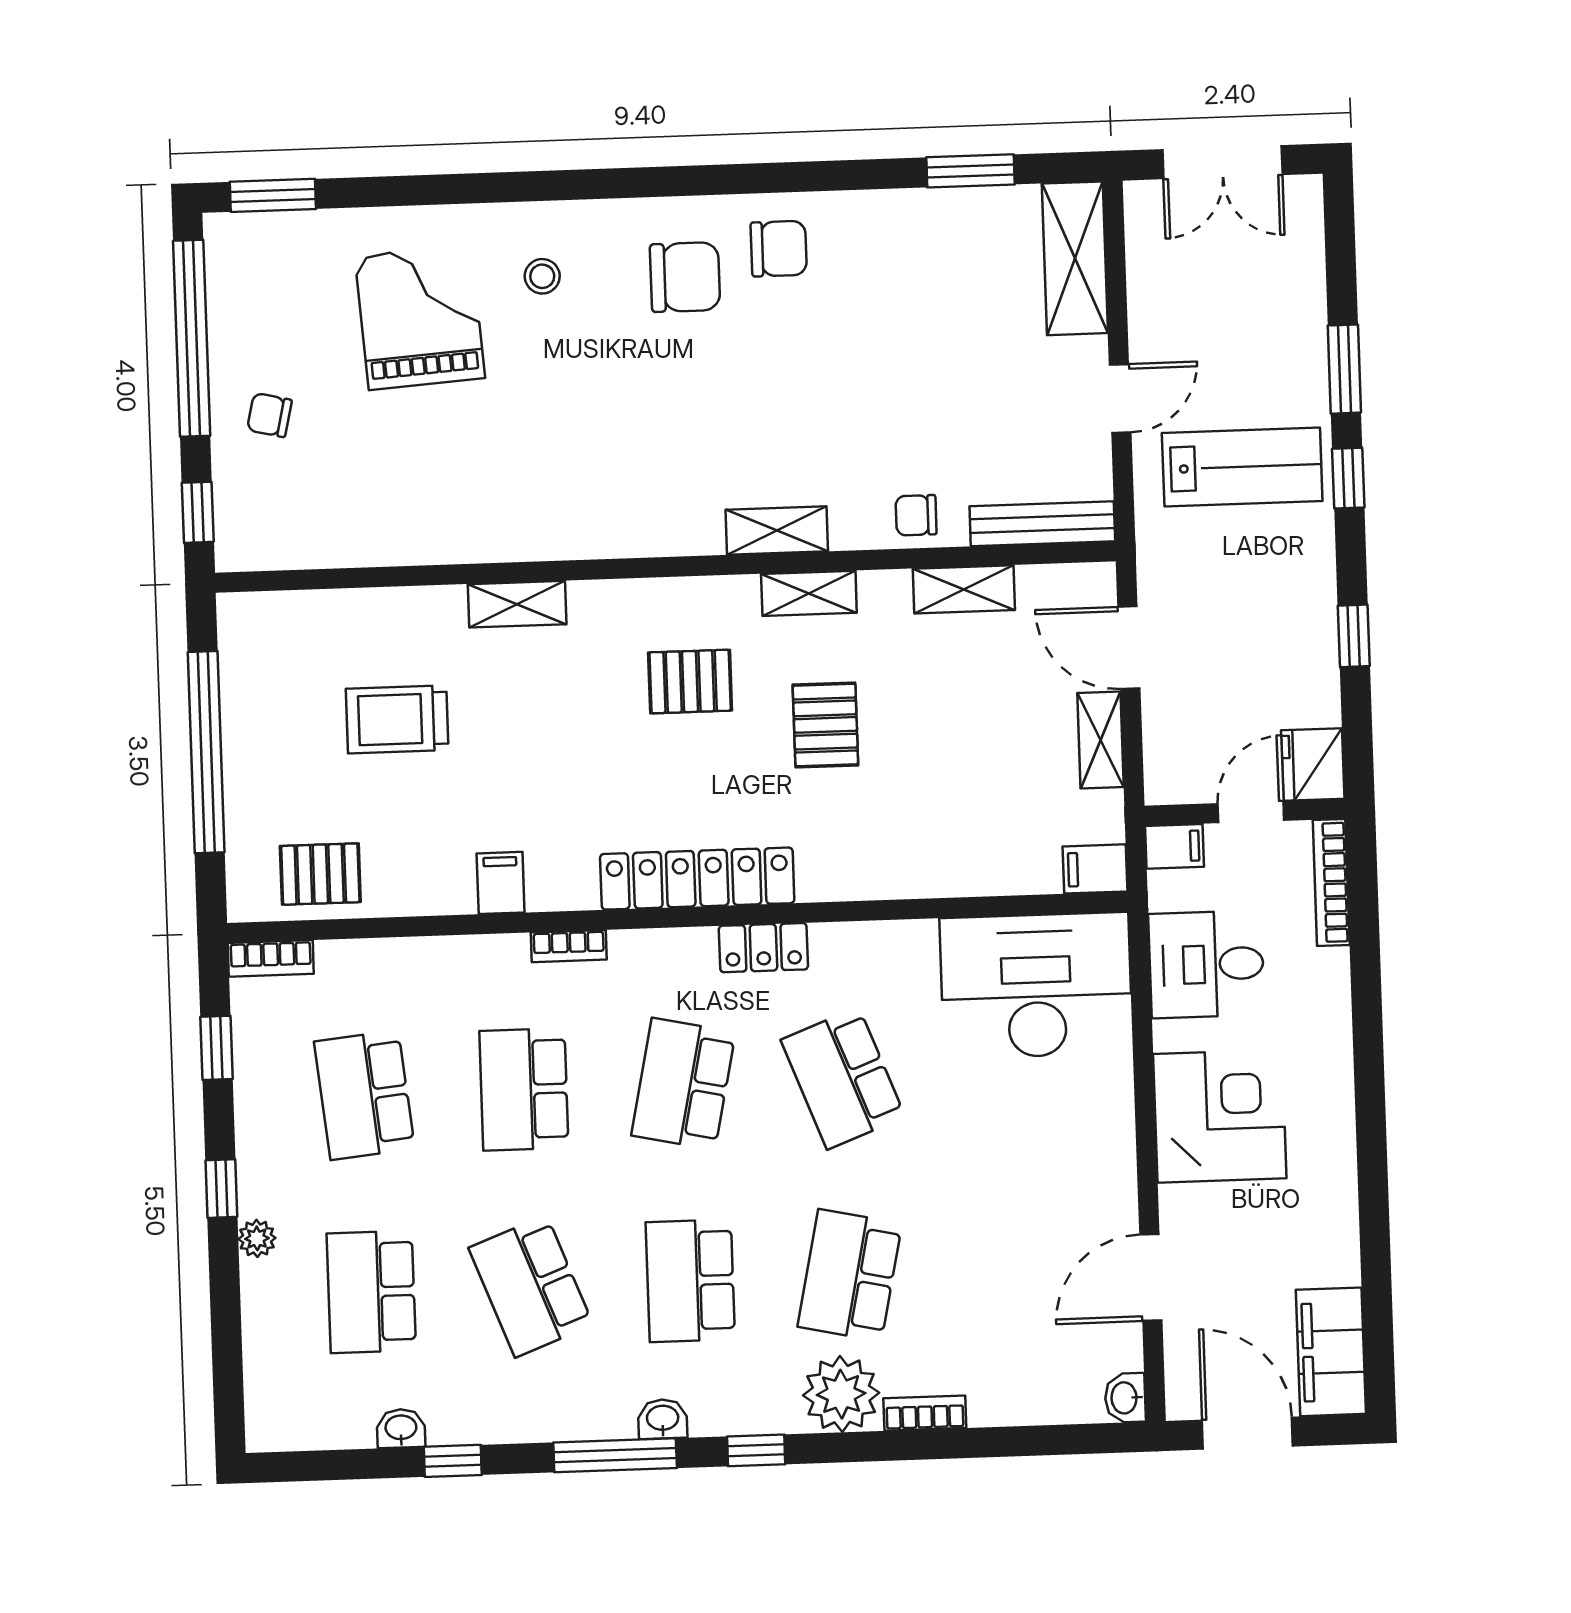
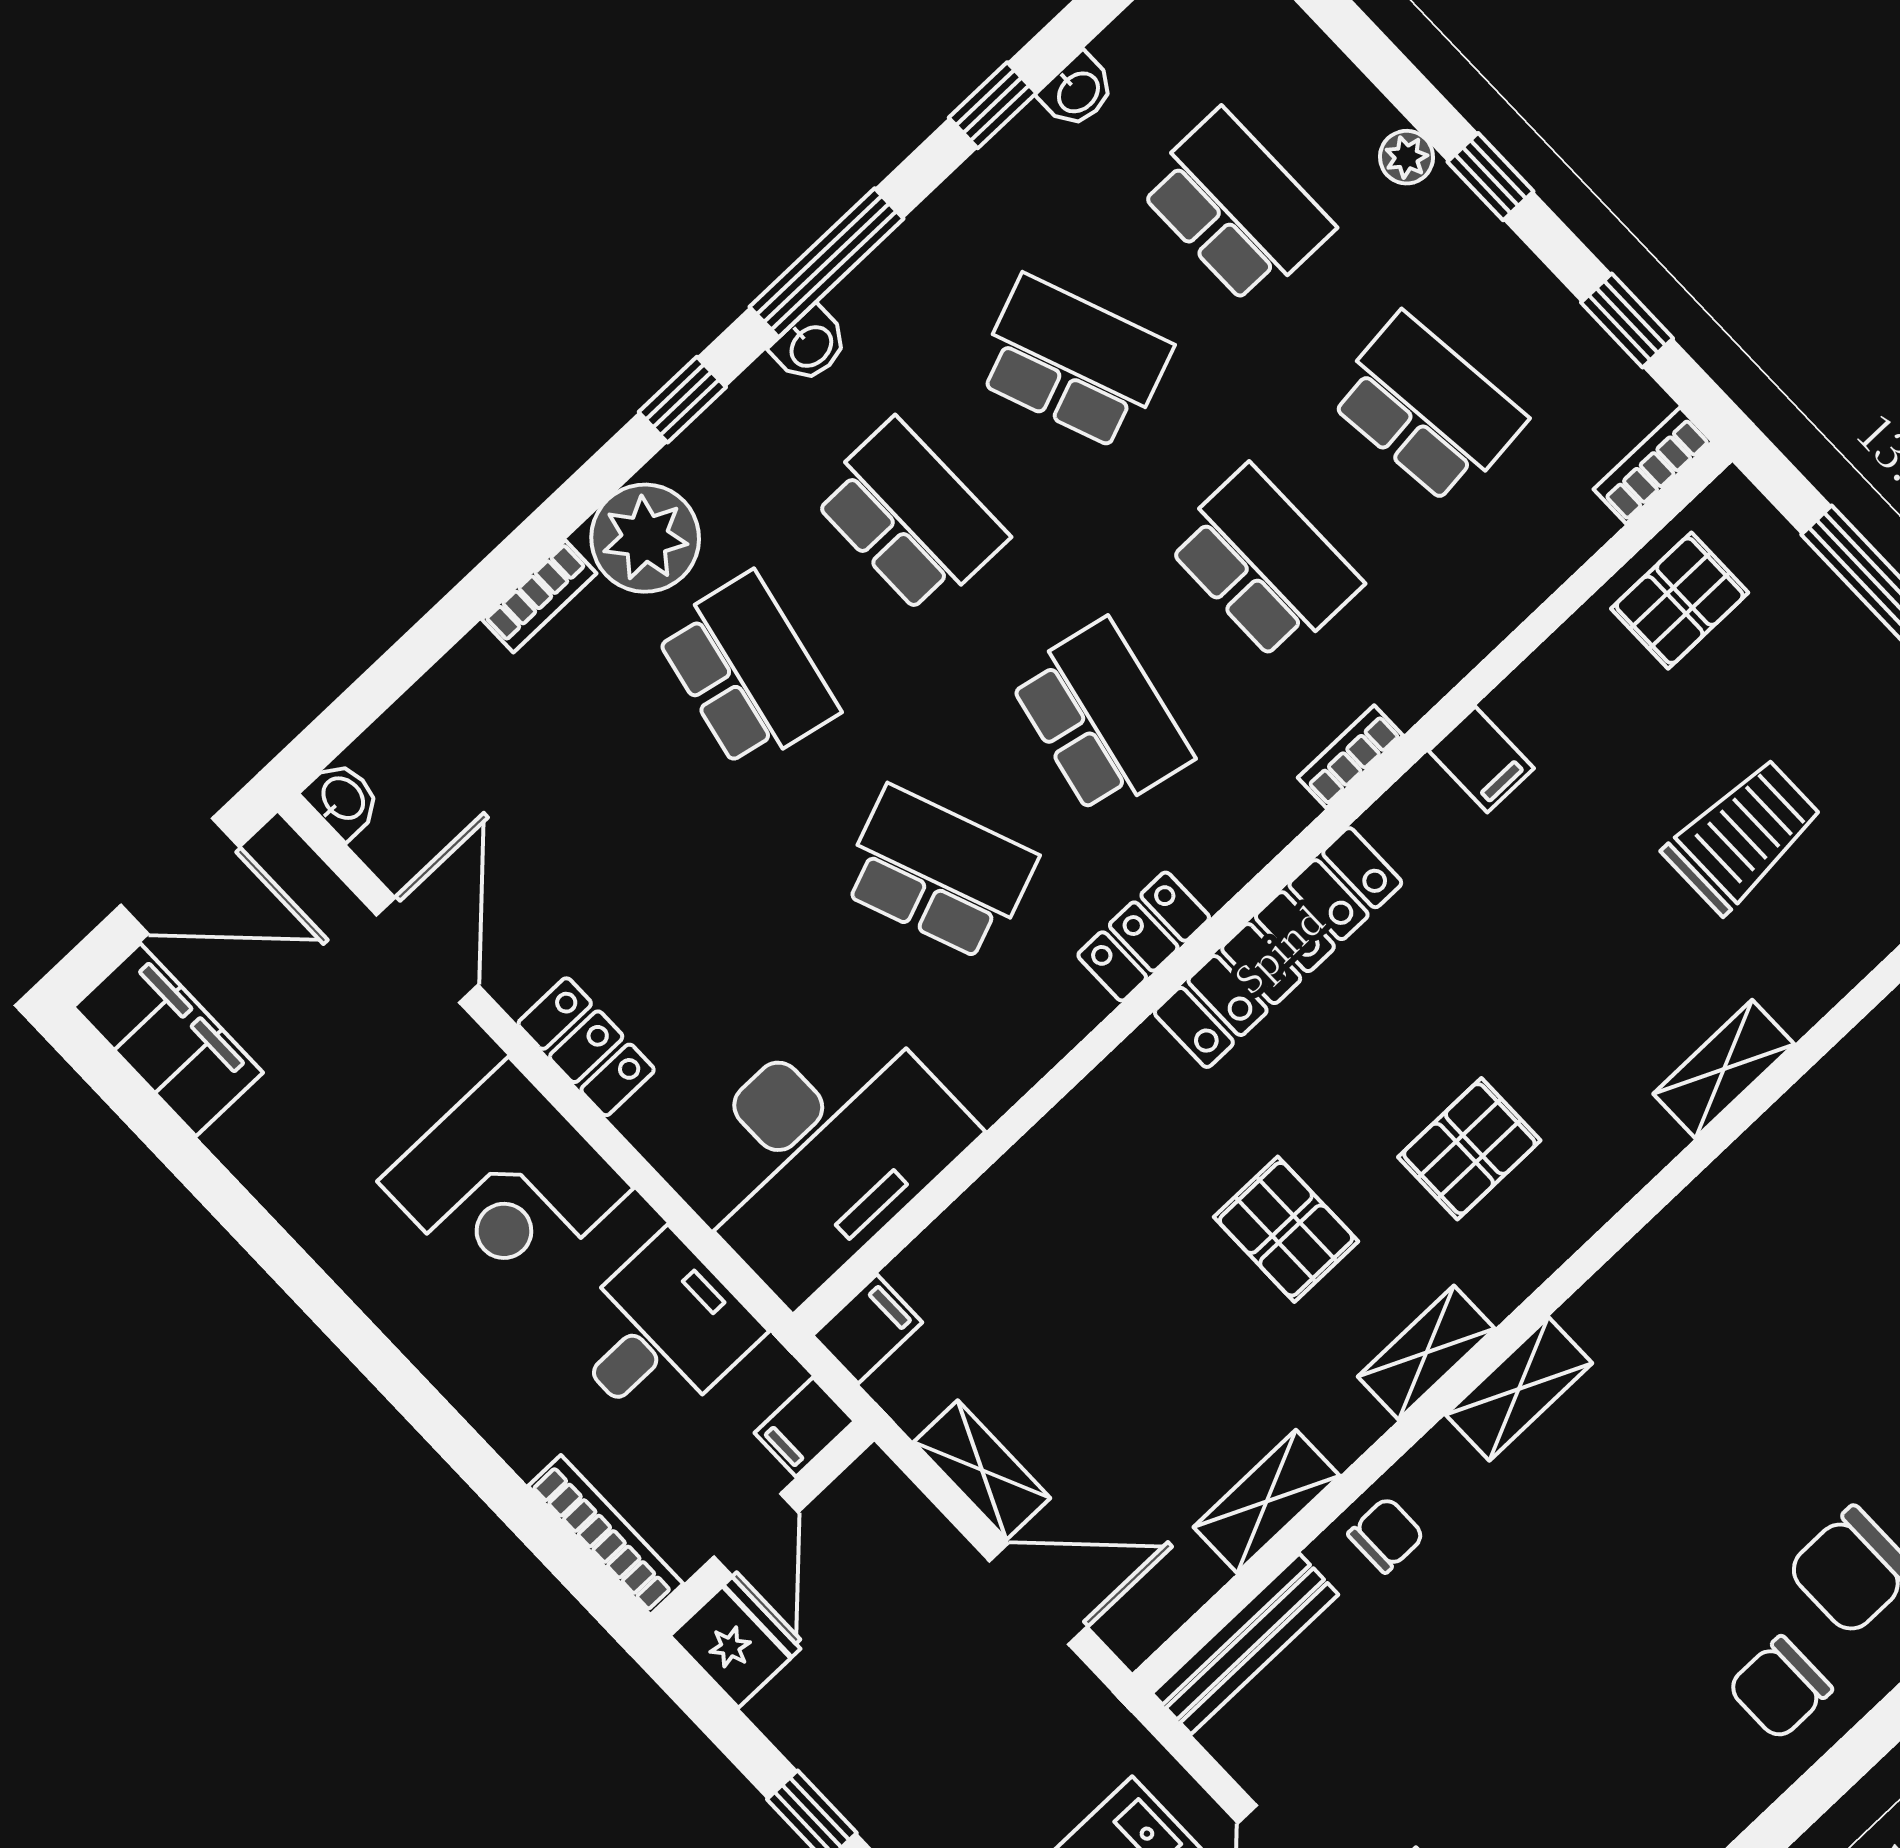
locker: (1112, 1151) -> (586, 1047), added

